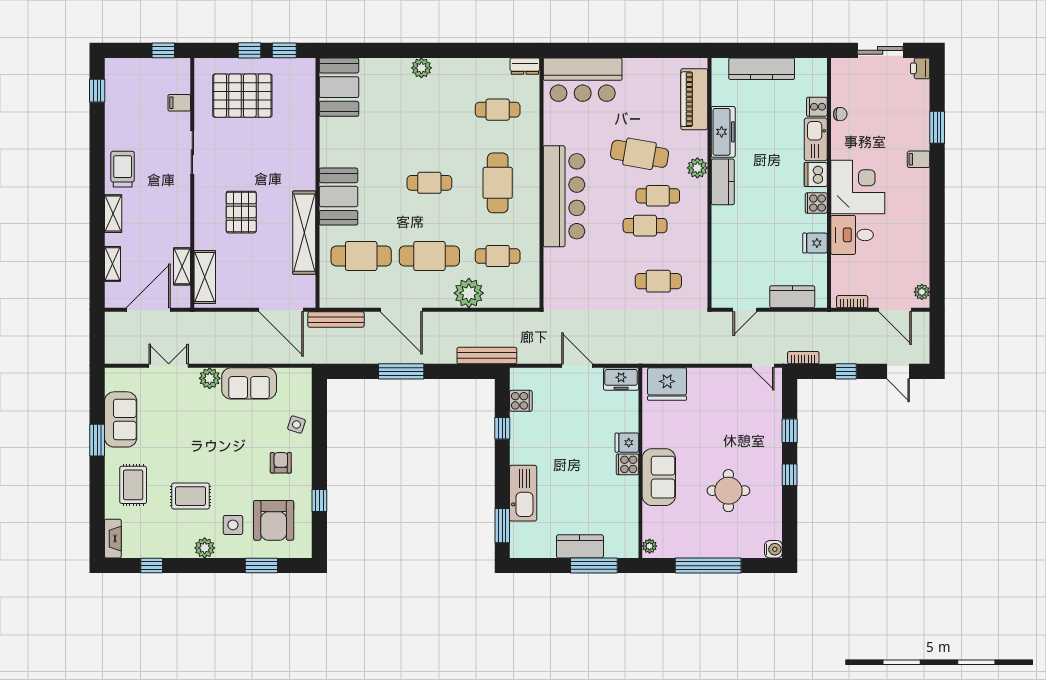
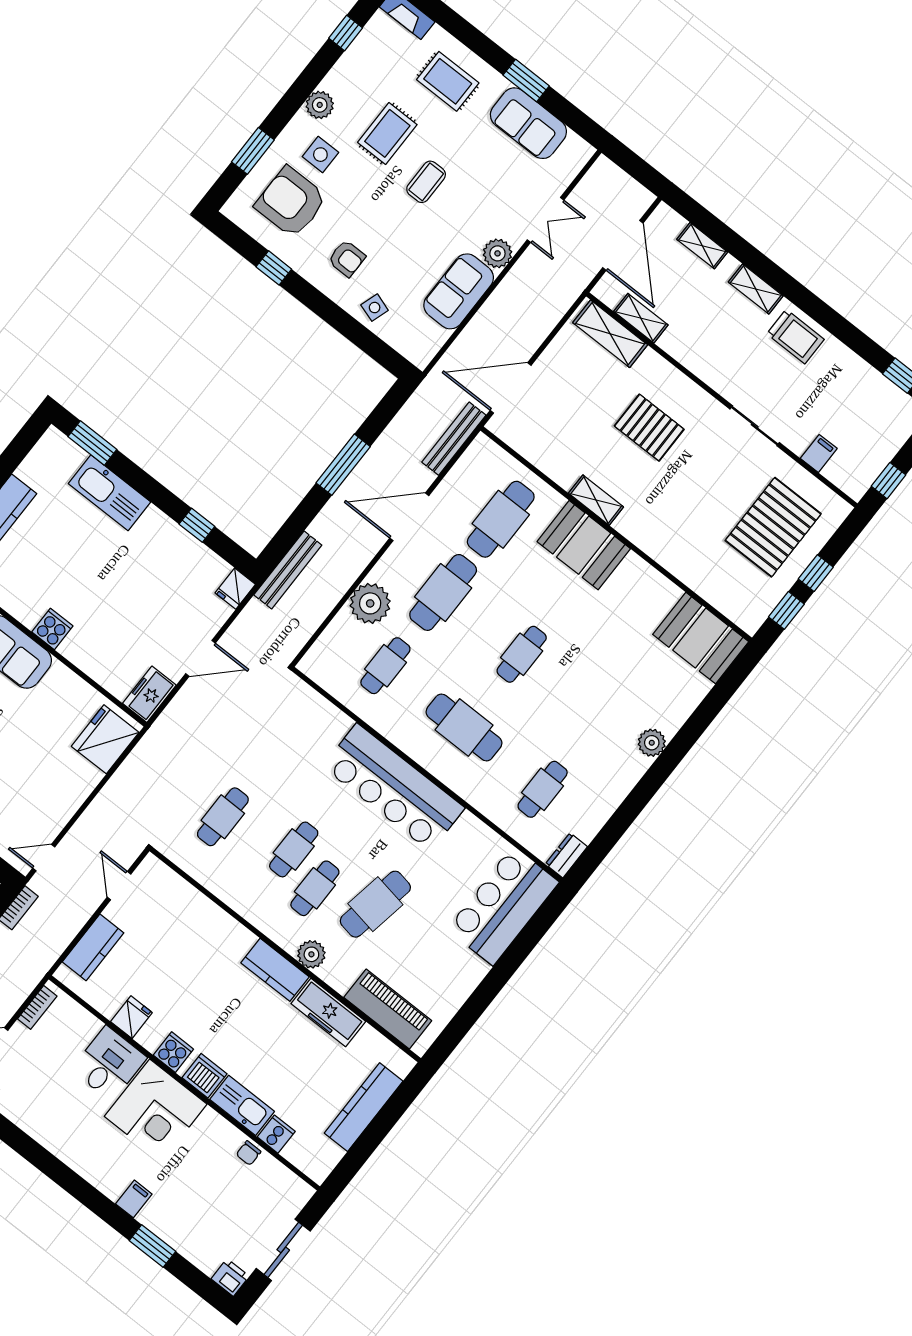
shelving: (304, 233) -> (596, 500), width x0.45, depth x0.75
cooker: (521, 401) -> (211, 568), removed
fridge: (627, 443) -> (235, 589), moved, turned 180
coffee table: (201, 452) -> (426, 182), added

